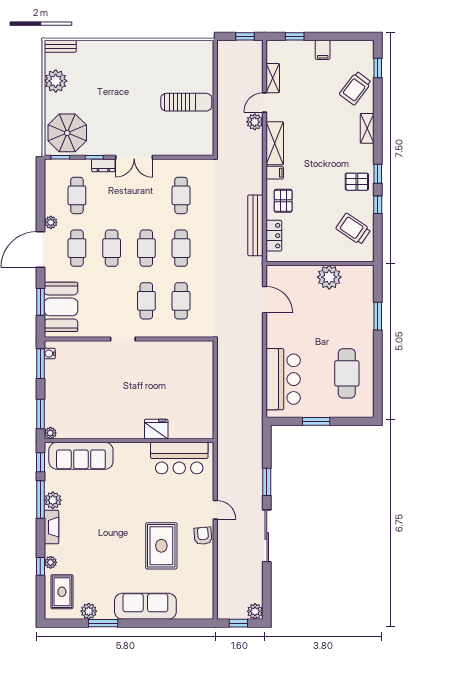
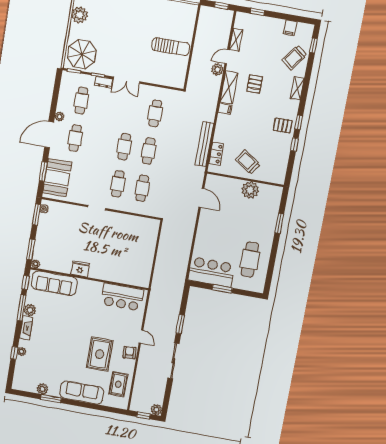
filing cabinet: (323, 50) -> (290, 28), moved
pallet: (283, 201) -> (255, 84), moved
trolley: (353, 229) -> (248, 162), moved
cafe table: (112, 248) -> (100, 142), removed
bar counter: (283, 379) -> (211, 272), moved, turned -90
fridge: (156, 429) -> (80, 269), moved
rug: (62, 592) -> (118, 384), moved

